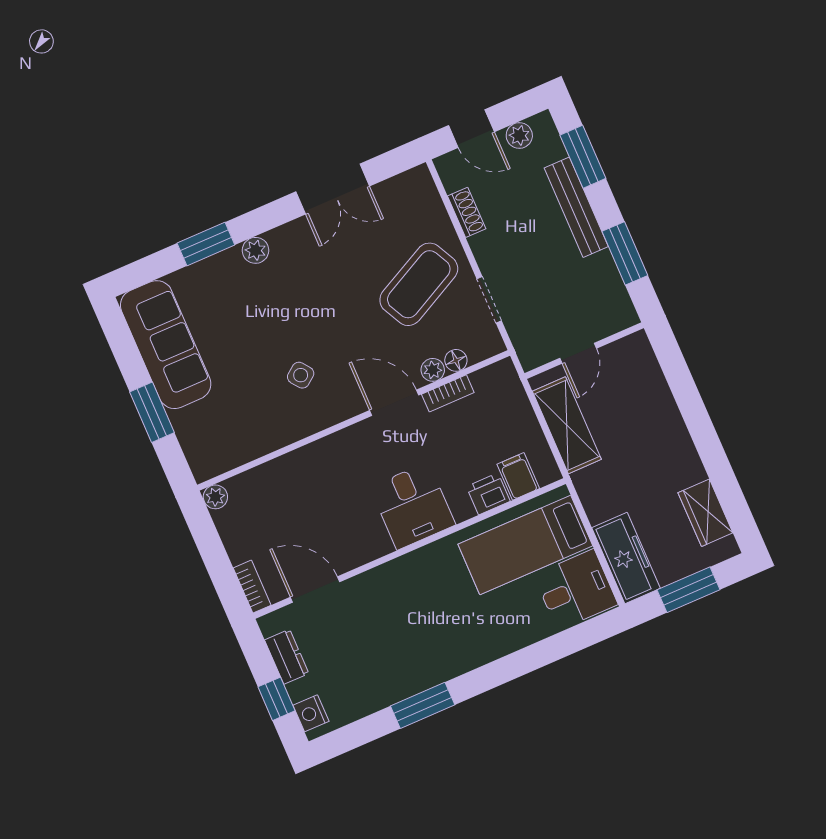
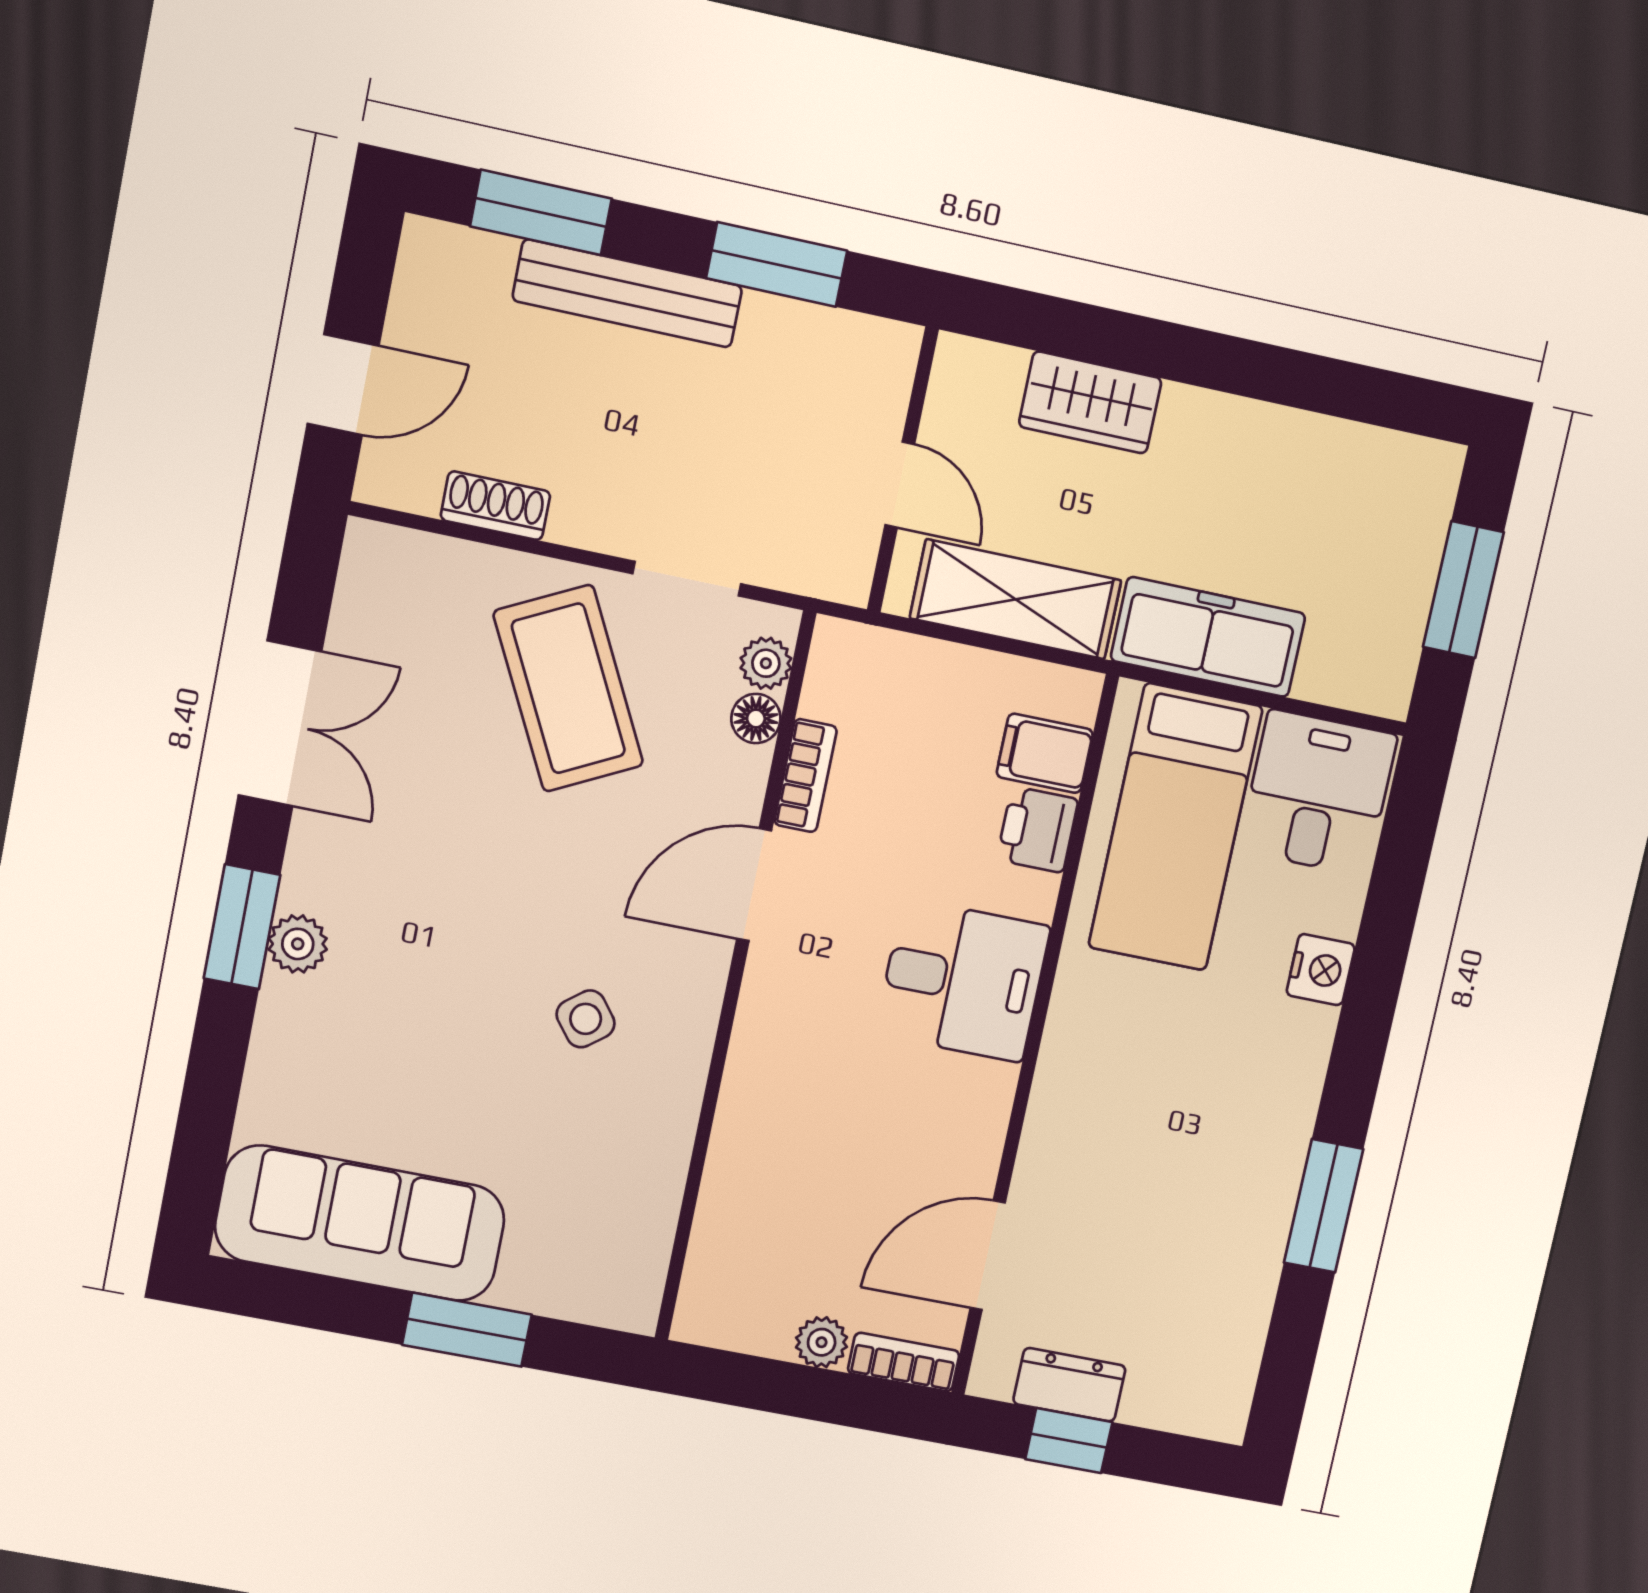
plant: (519, 135) -> (418, 304), removed
window: (206, 244) -> (242, 927), moved
plant: (433, 370) -> (766, 663), moved
plant: (215, 497) -> (822, 1342), moved
wardrobe: (705, 513) -> (1090, 402), moved
freezer: (626, 558) -> (1208, 637), moved
window: (277, 699) -> (1069, 1441), moved
nightstand: (311, 713) -> (1321, 970), moved, turned -90

